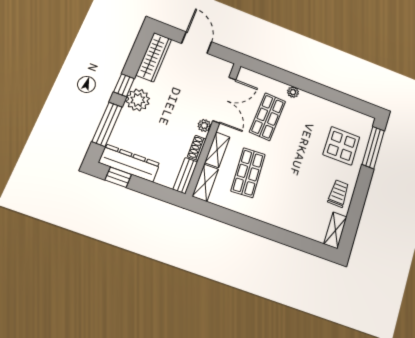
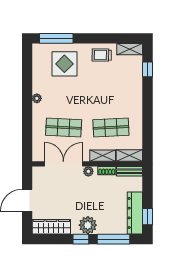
plant: (293, 92) -> (37, 98), moved
window: (304, 244) -> (148, 69), added

